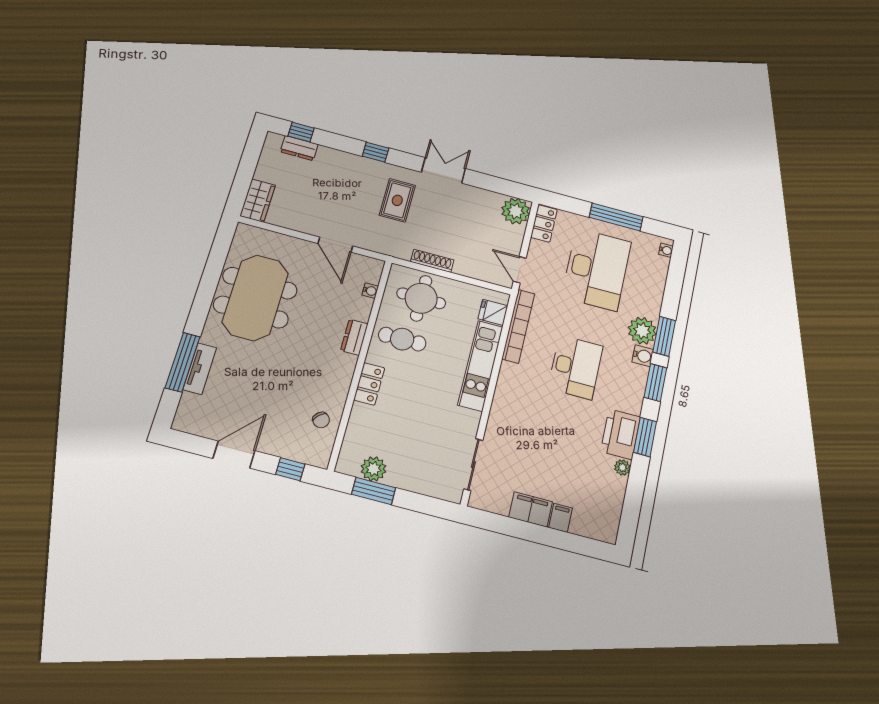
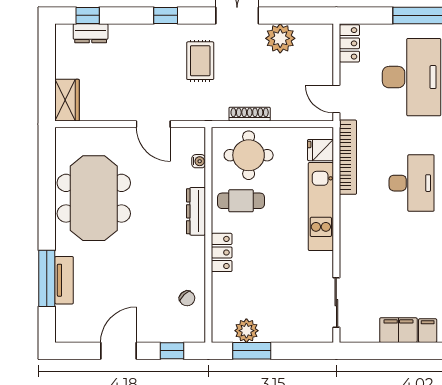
plant: (516, 211) -> (280, 38), moved
dresser: (354, 337) -> (196, 211), width x1.44

